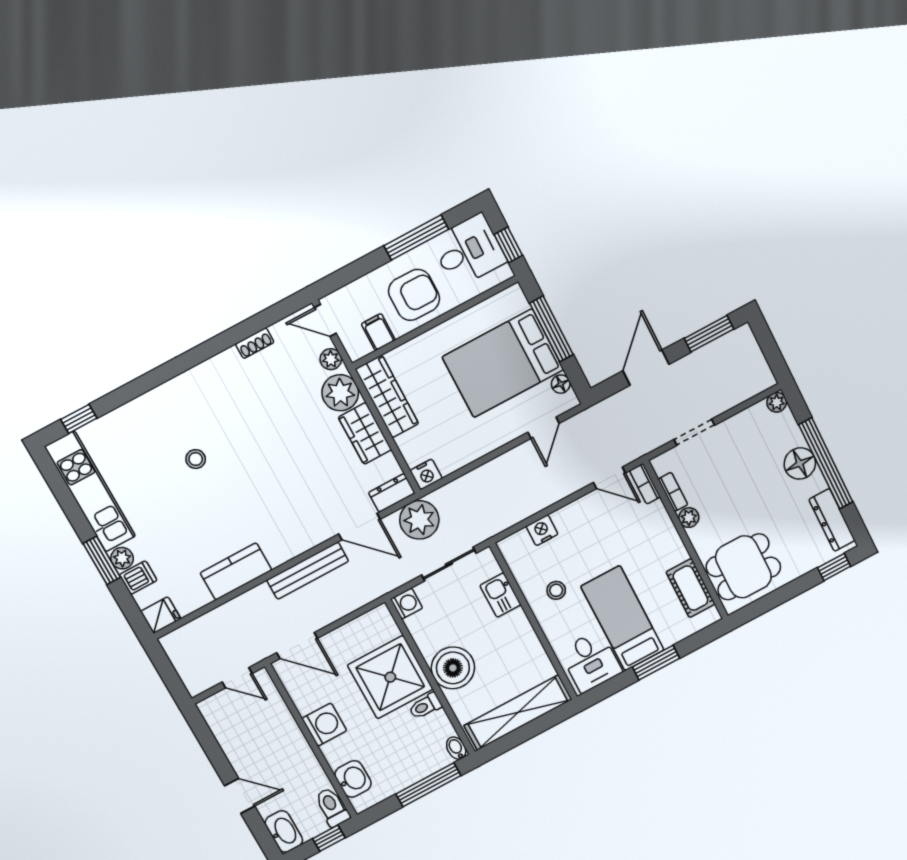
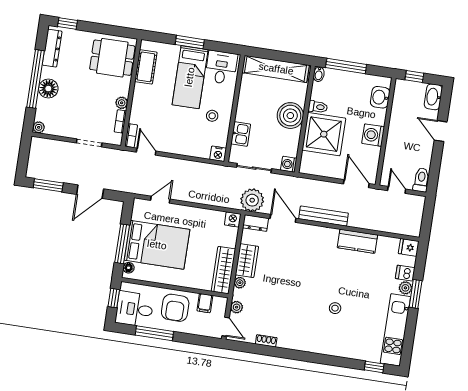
armchair: (414, 295) -> (175, 308), turned -90
floor lamp: (561, 384) -> (129, 268), moved
plant: (340, 393) -> (240, 283), width x0.53, depth x0.53
nightstand: (542, 530) -> (218, 154), moved
toilet: (332, 807) -> (421, 180), moved, turned 180

